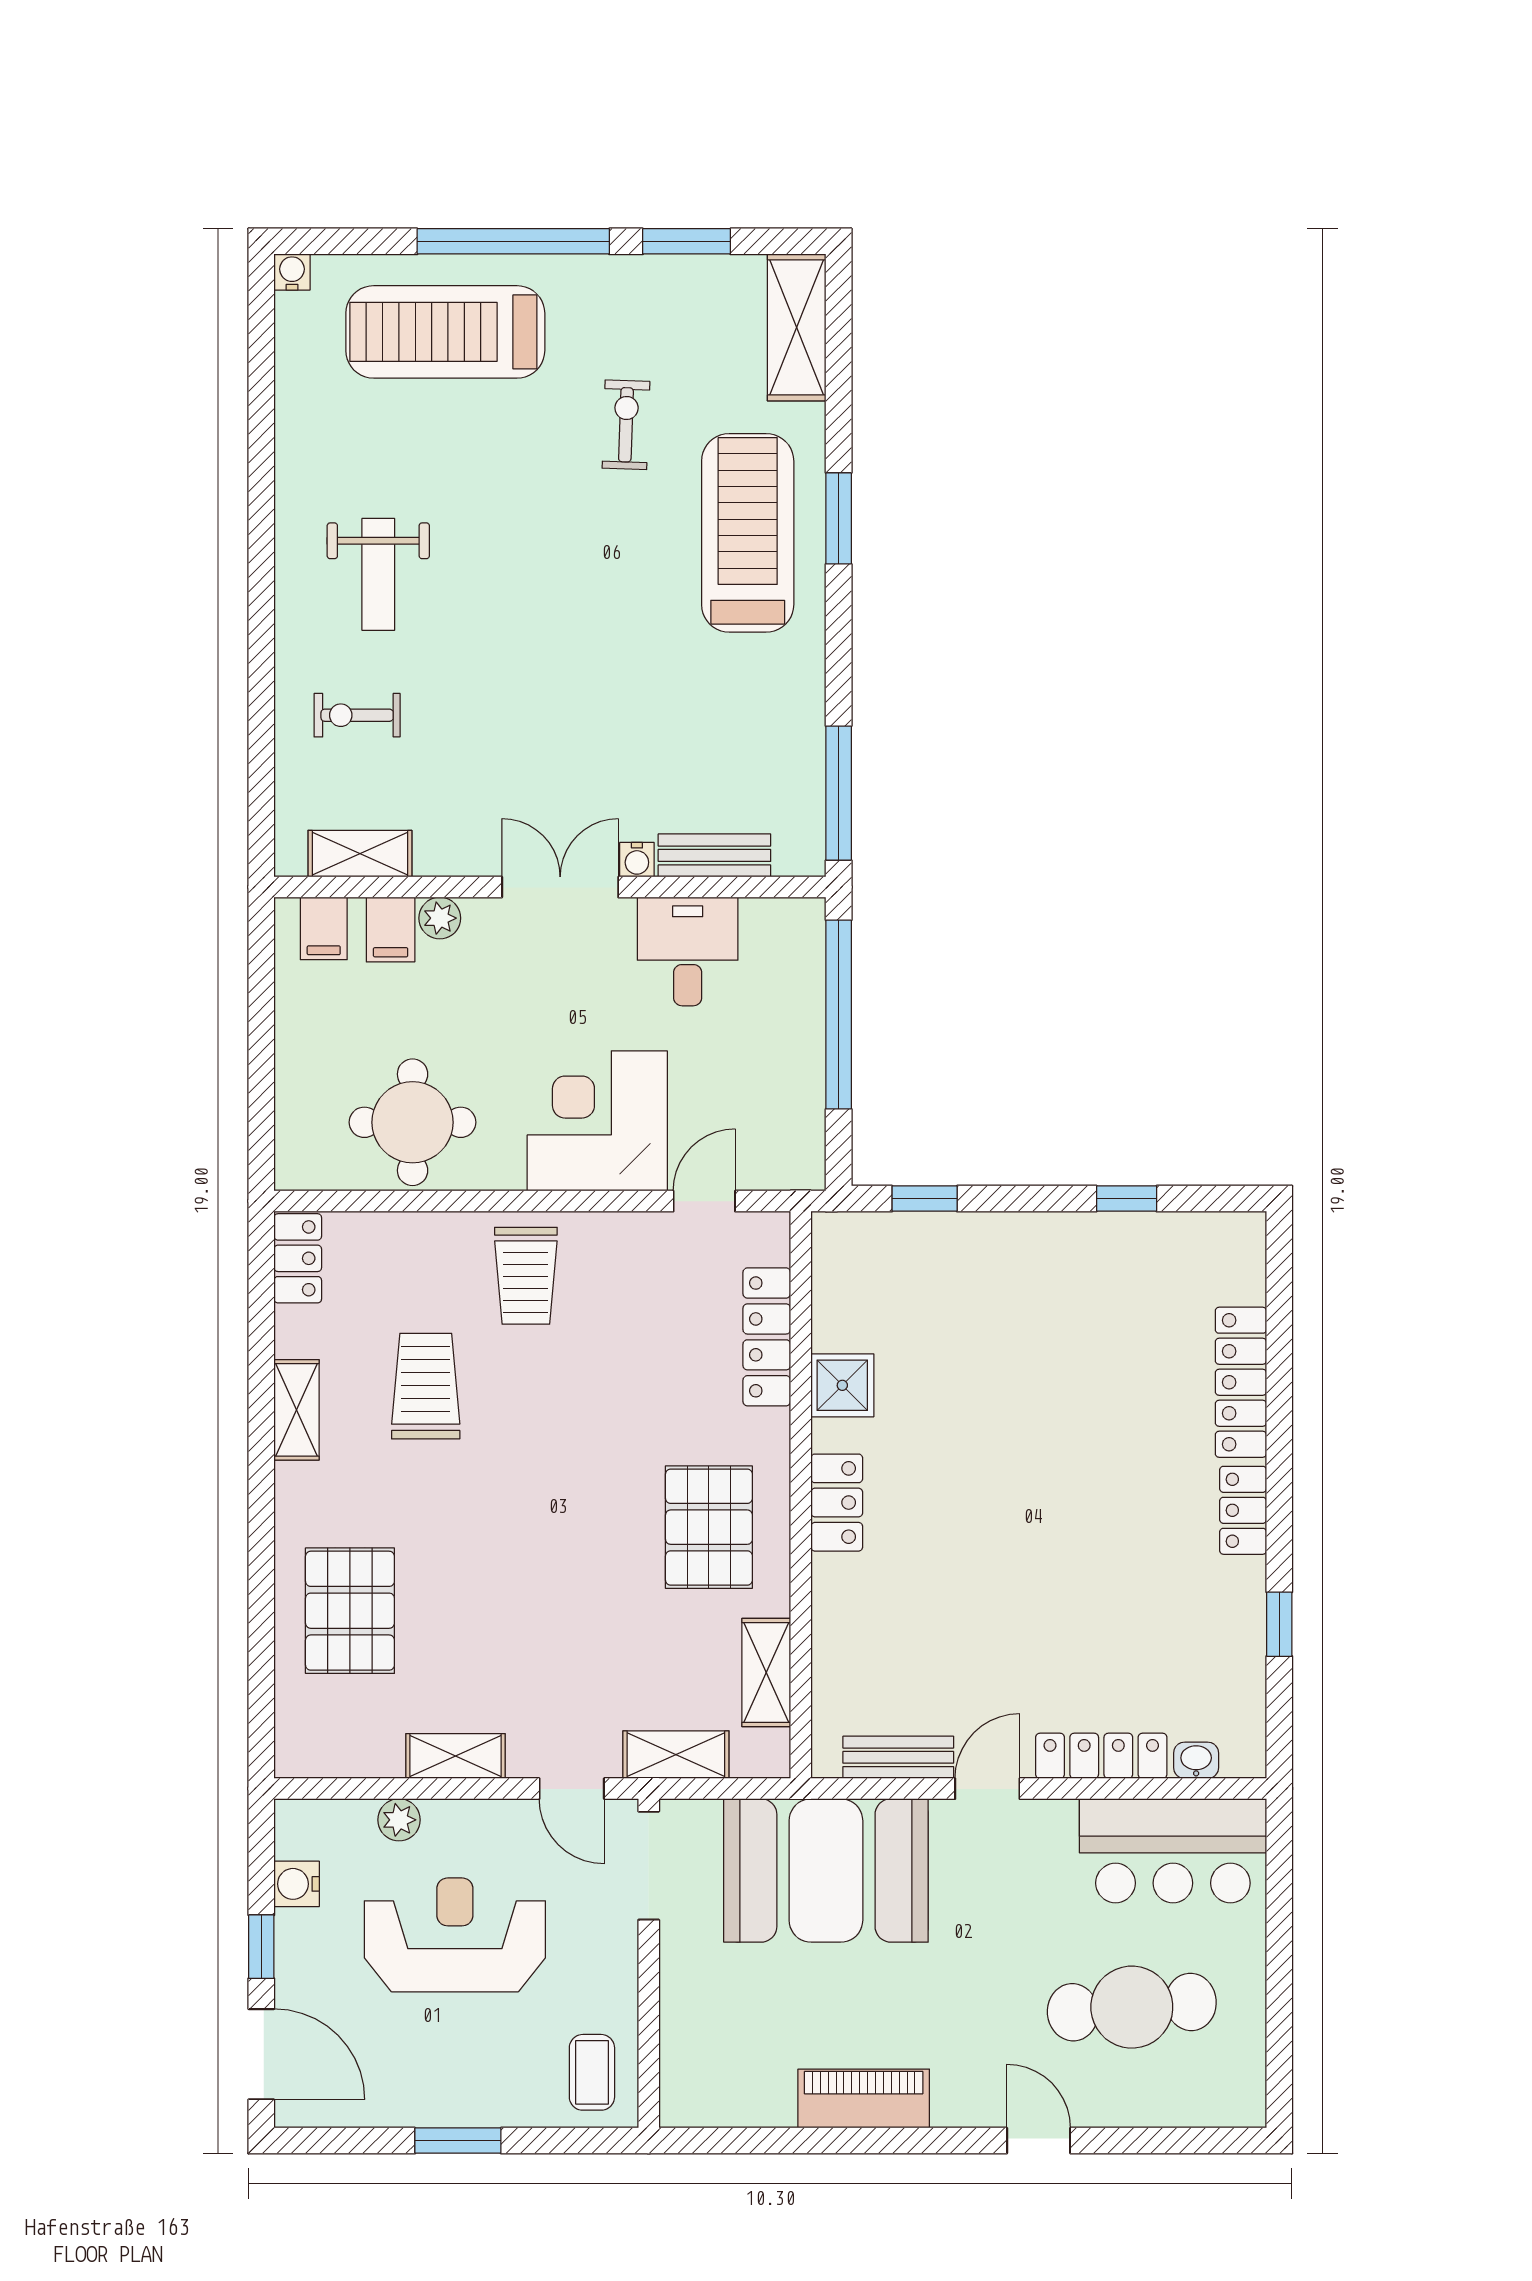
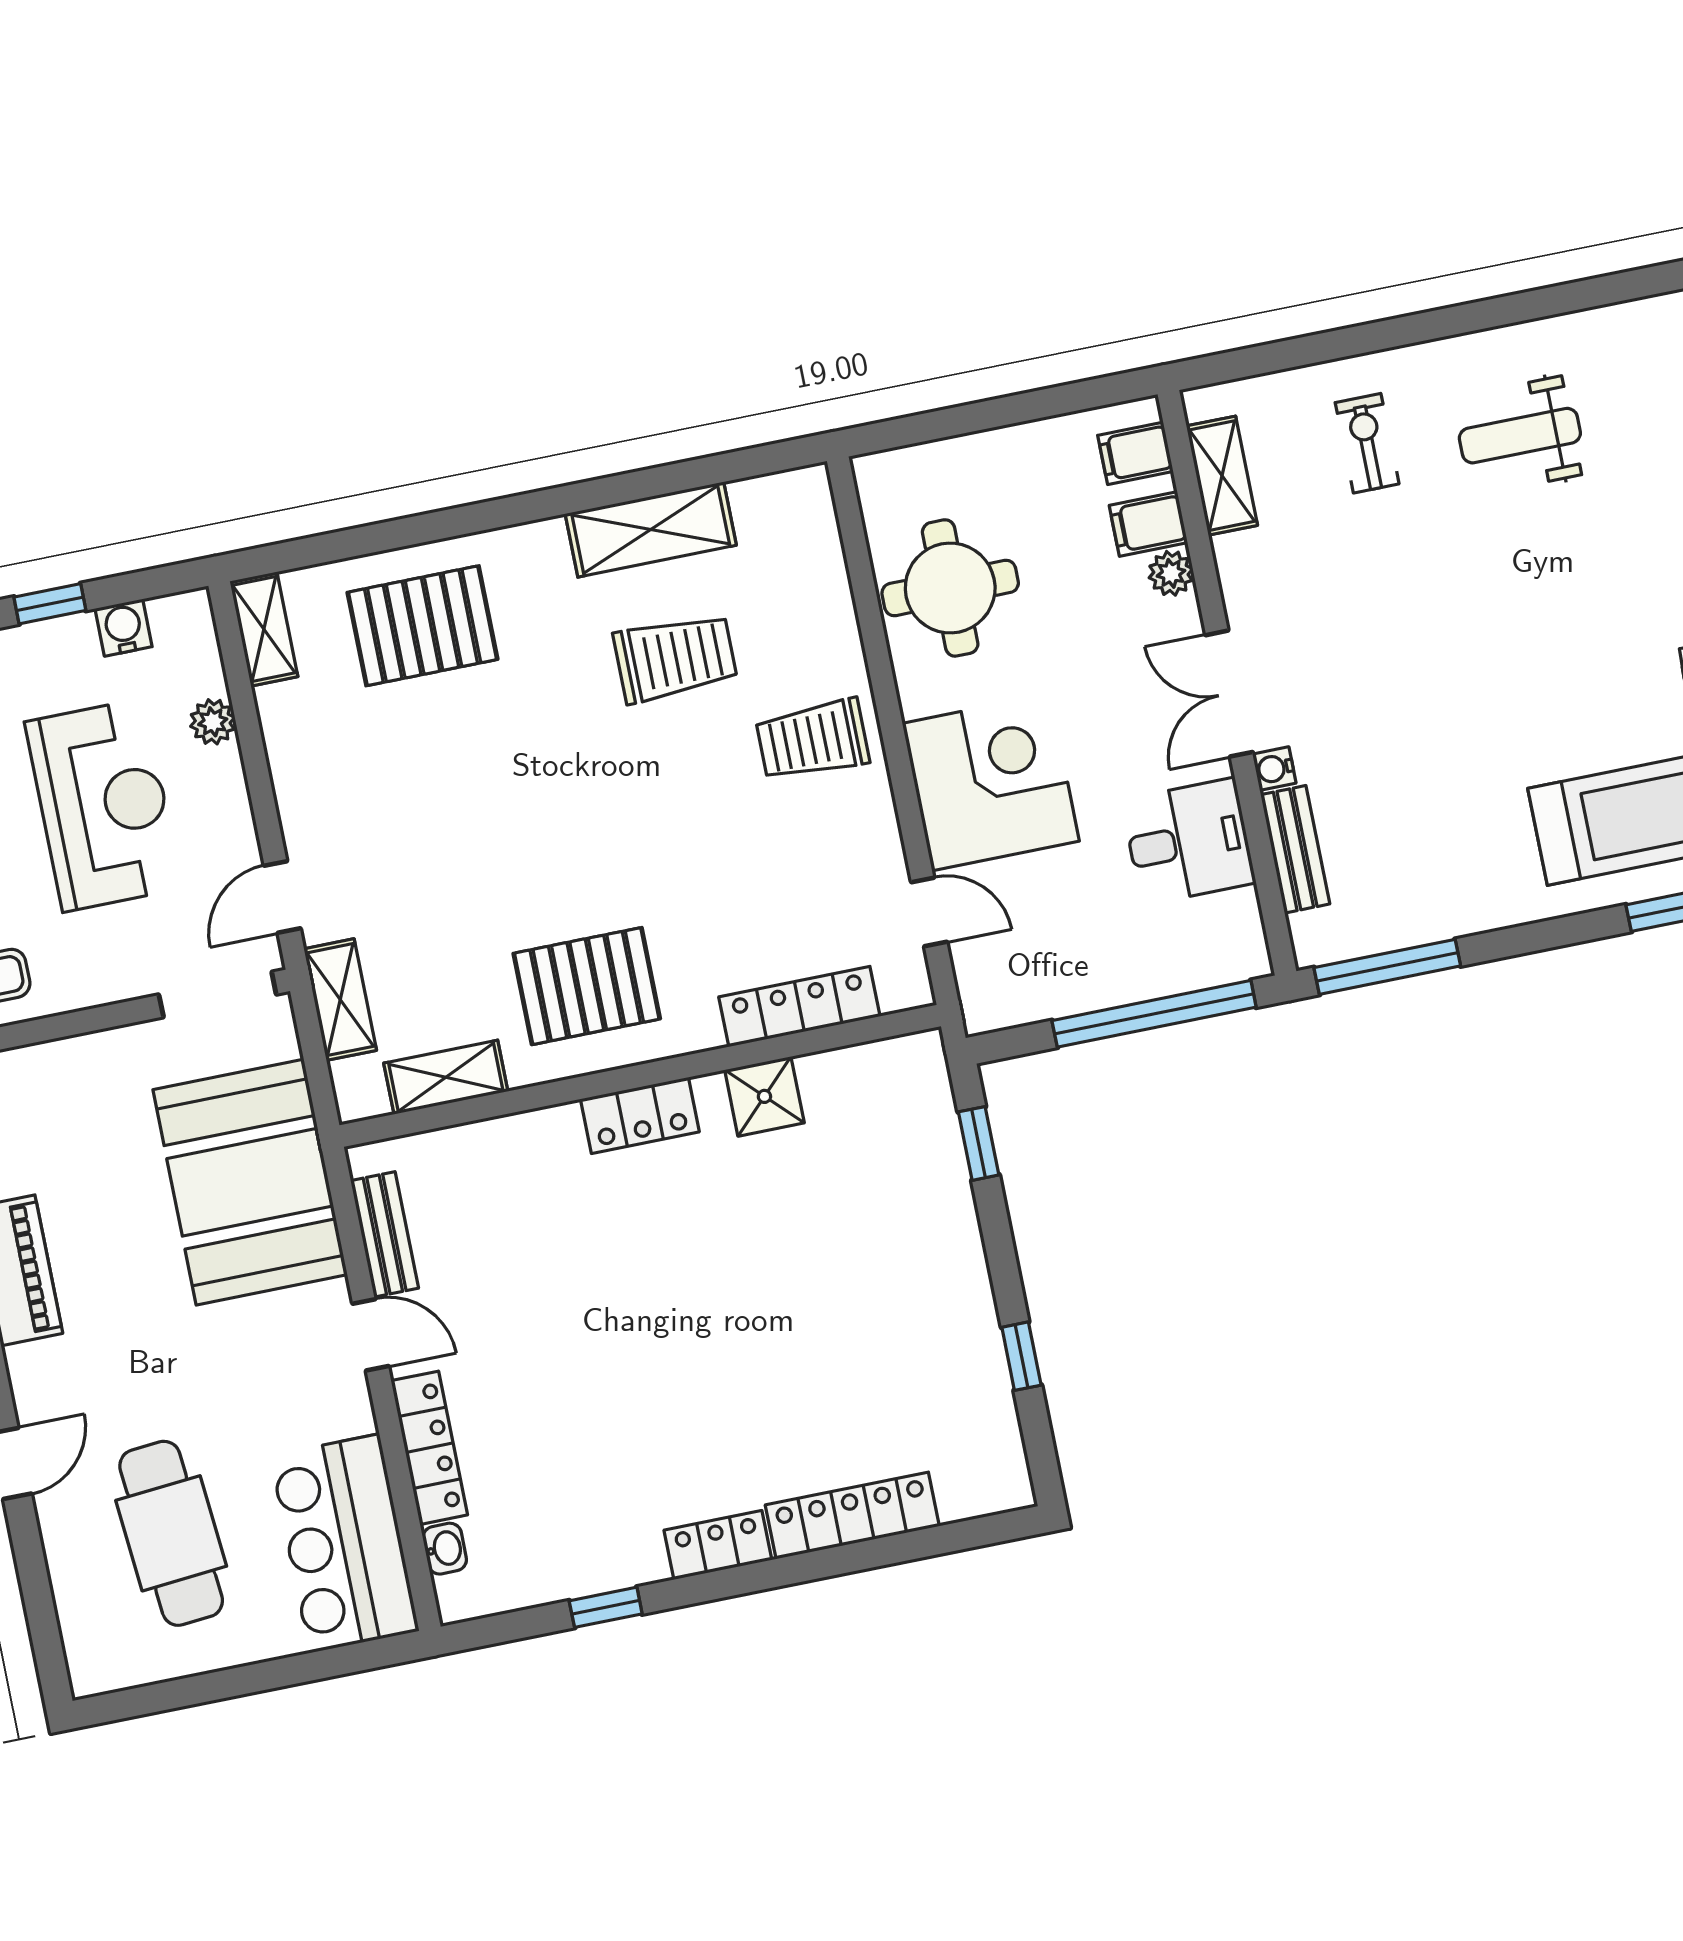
double door: (560, 887) -> (1229, 694), swing flipped
locker: (298, 1258) -> (783, 496), removed
shelving: (297, 1410) -> (651, 529), width x1.50, depth x1.33
shelving: (456, 1756) -> (264, 629), moved

